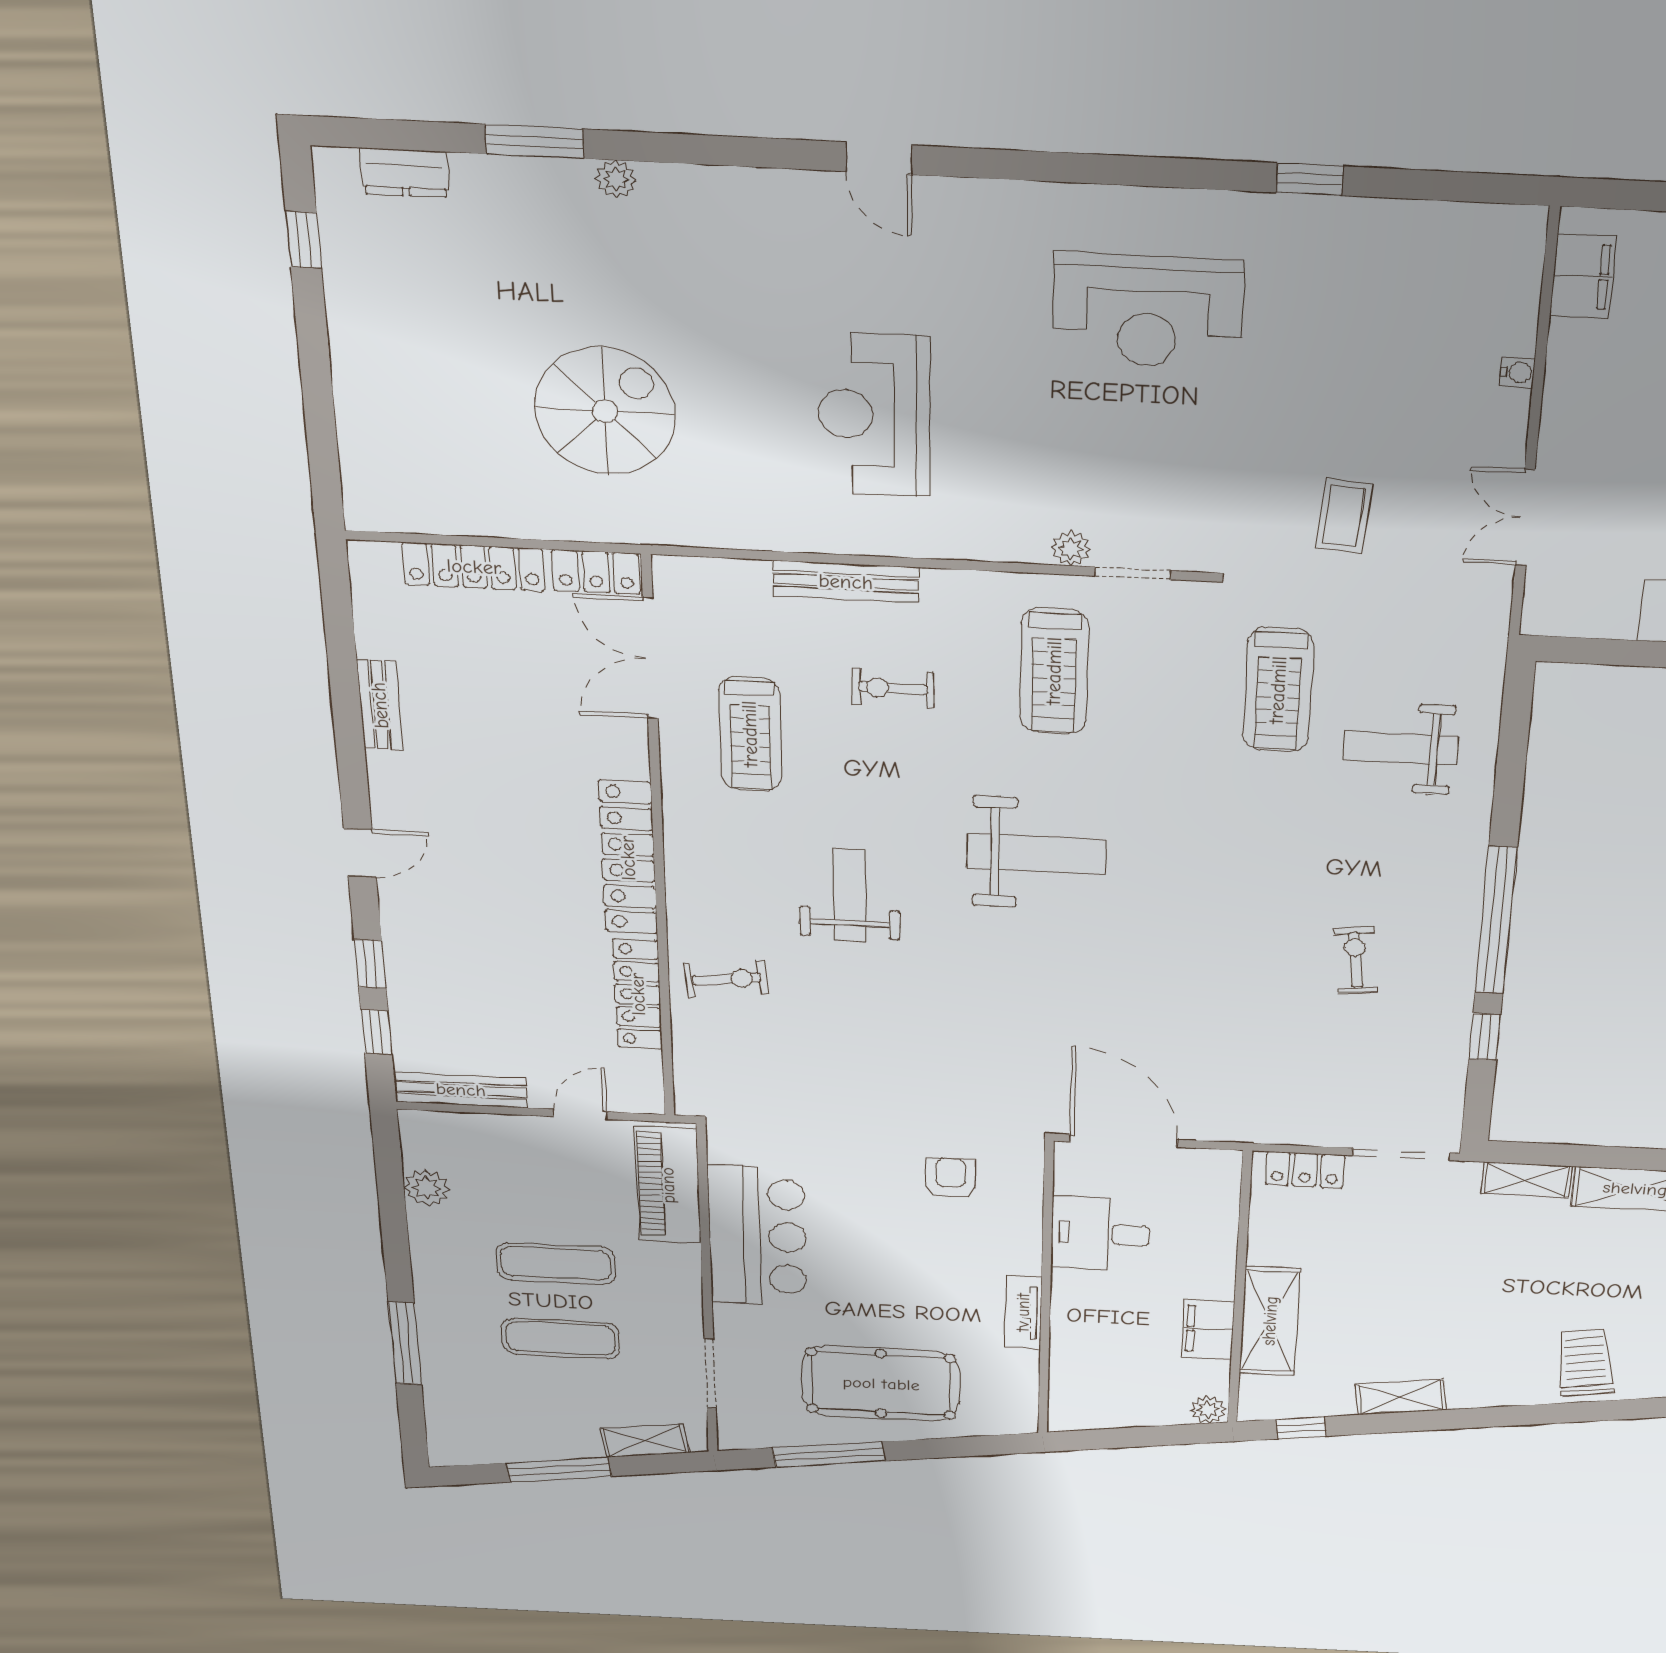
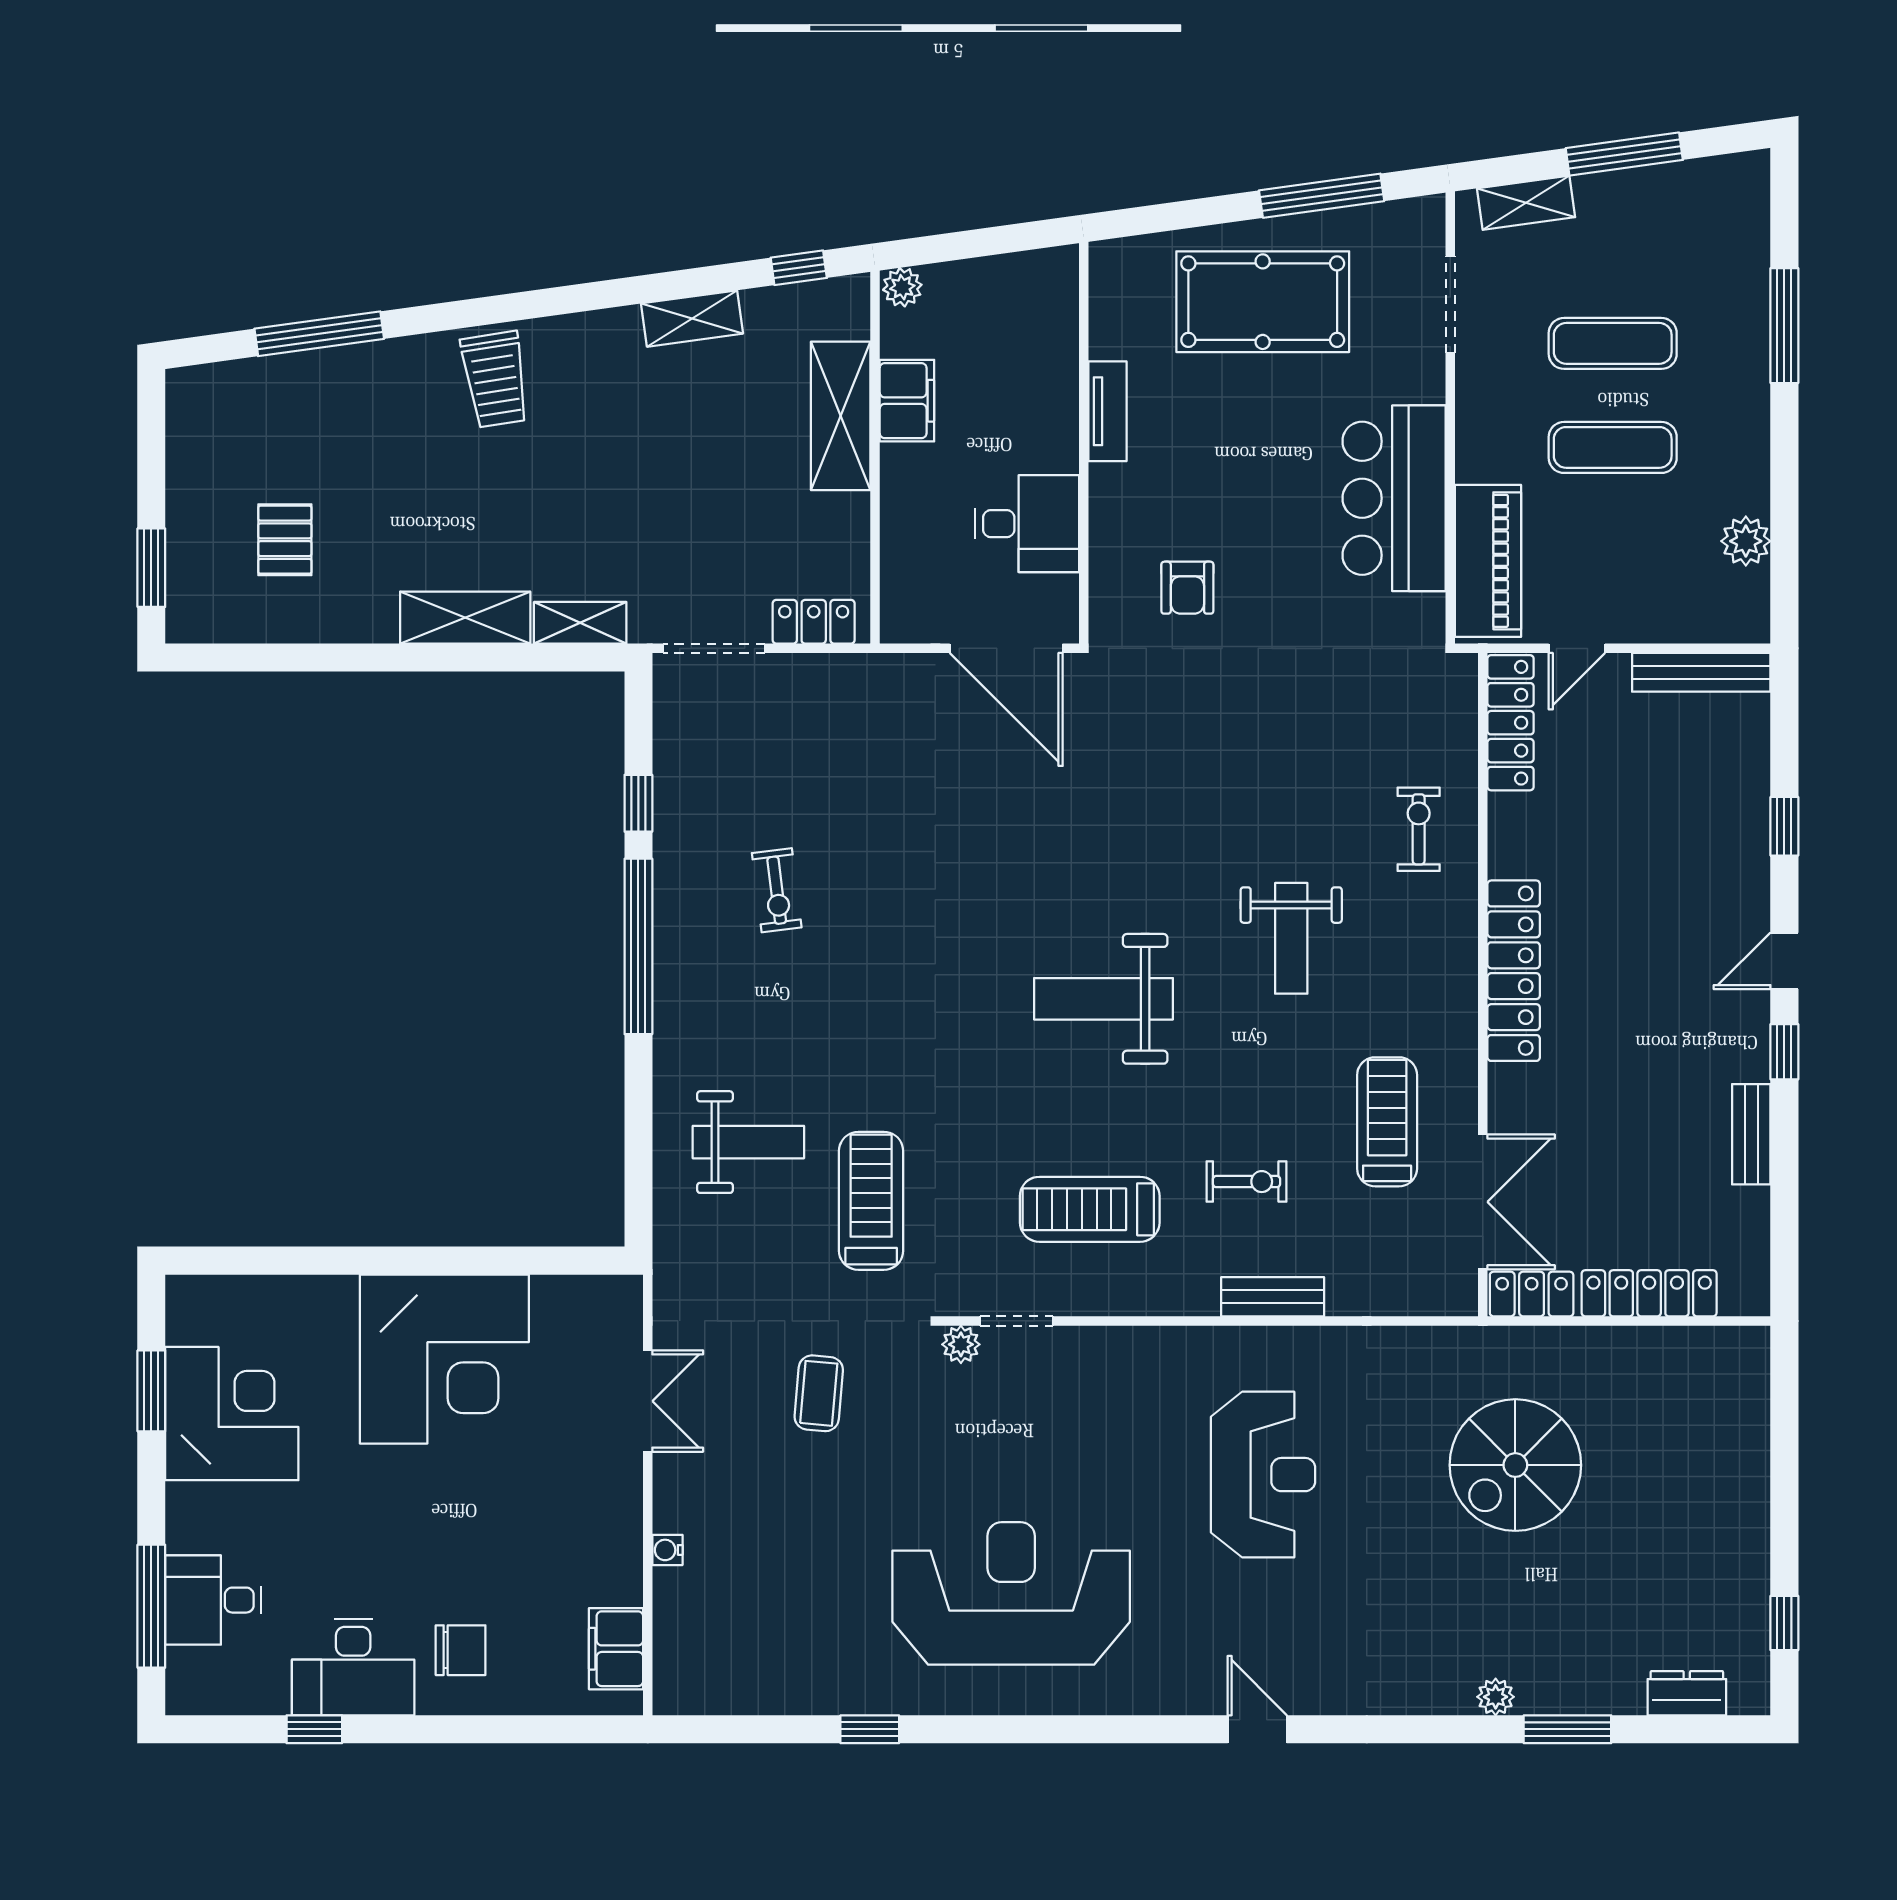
reception desk: (1148, 311) -> (1011, 1593), width x1.36, depth x1.30
plant: (1071, 548) -> (961, 1344), moved
bench: (846, 582) -> (1273, 1297), width x0.73
treadmill: (1054, 671) -> (1090, 1209), turned -90
exercise bike: (726, 979) -> (1419, 829), turned 96
locker: (638, 994) -> (1511, 723), moved
window: (376, 1032) -> (1784, 1052), moved

